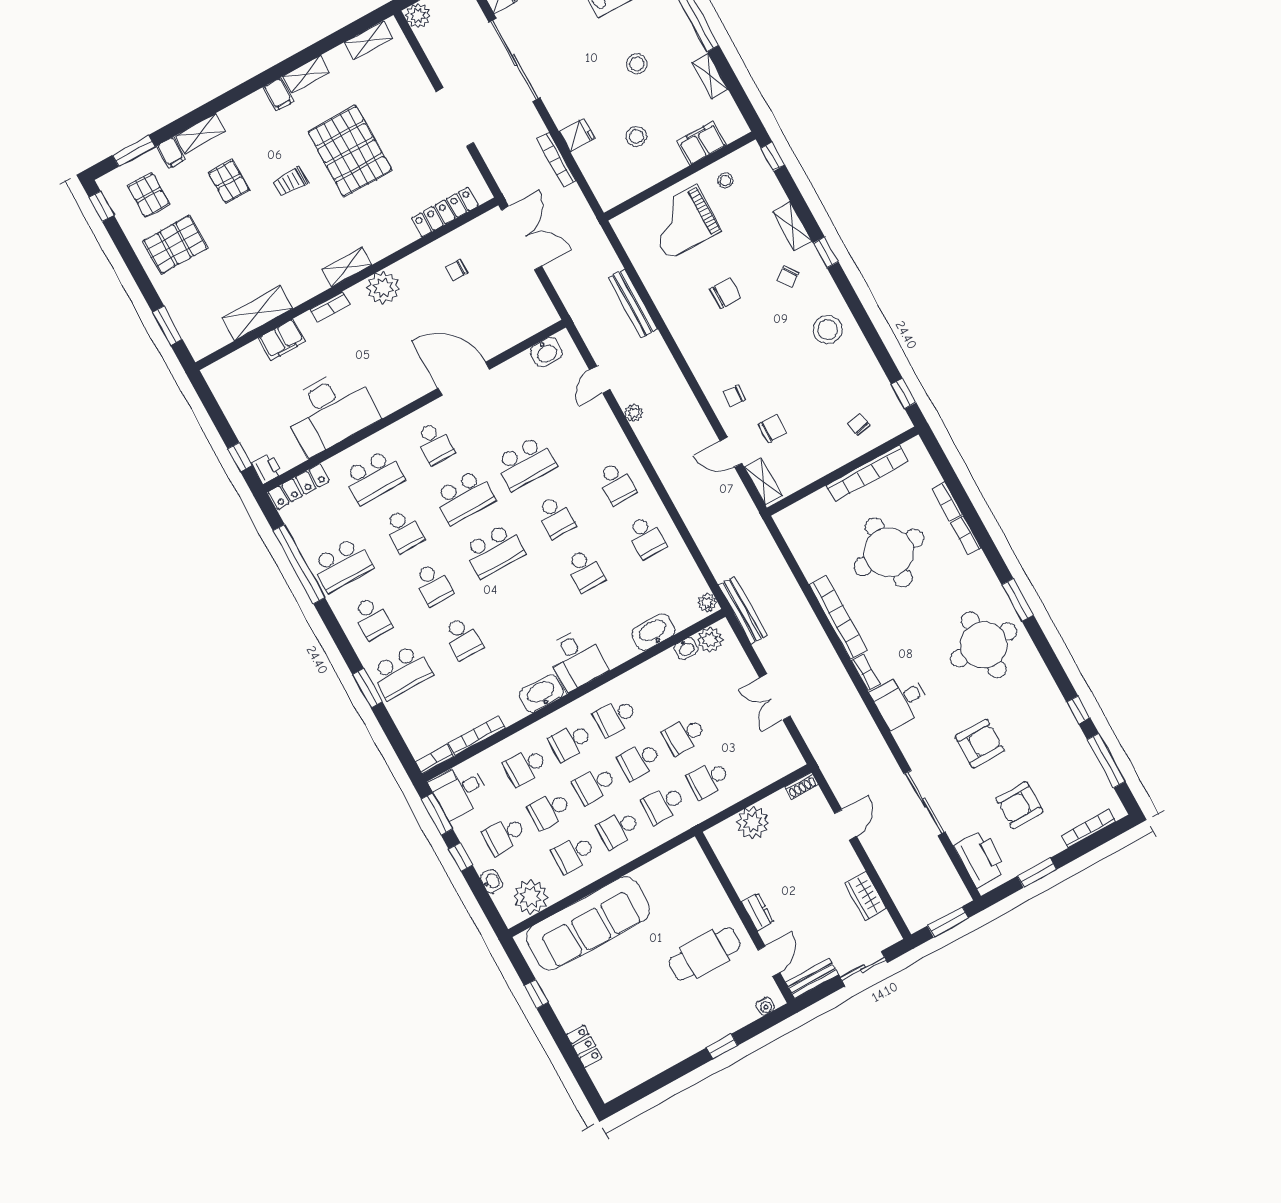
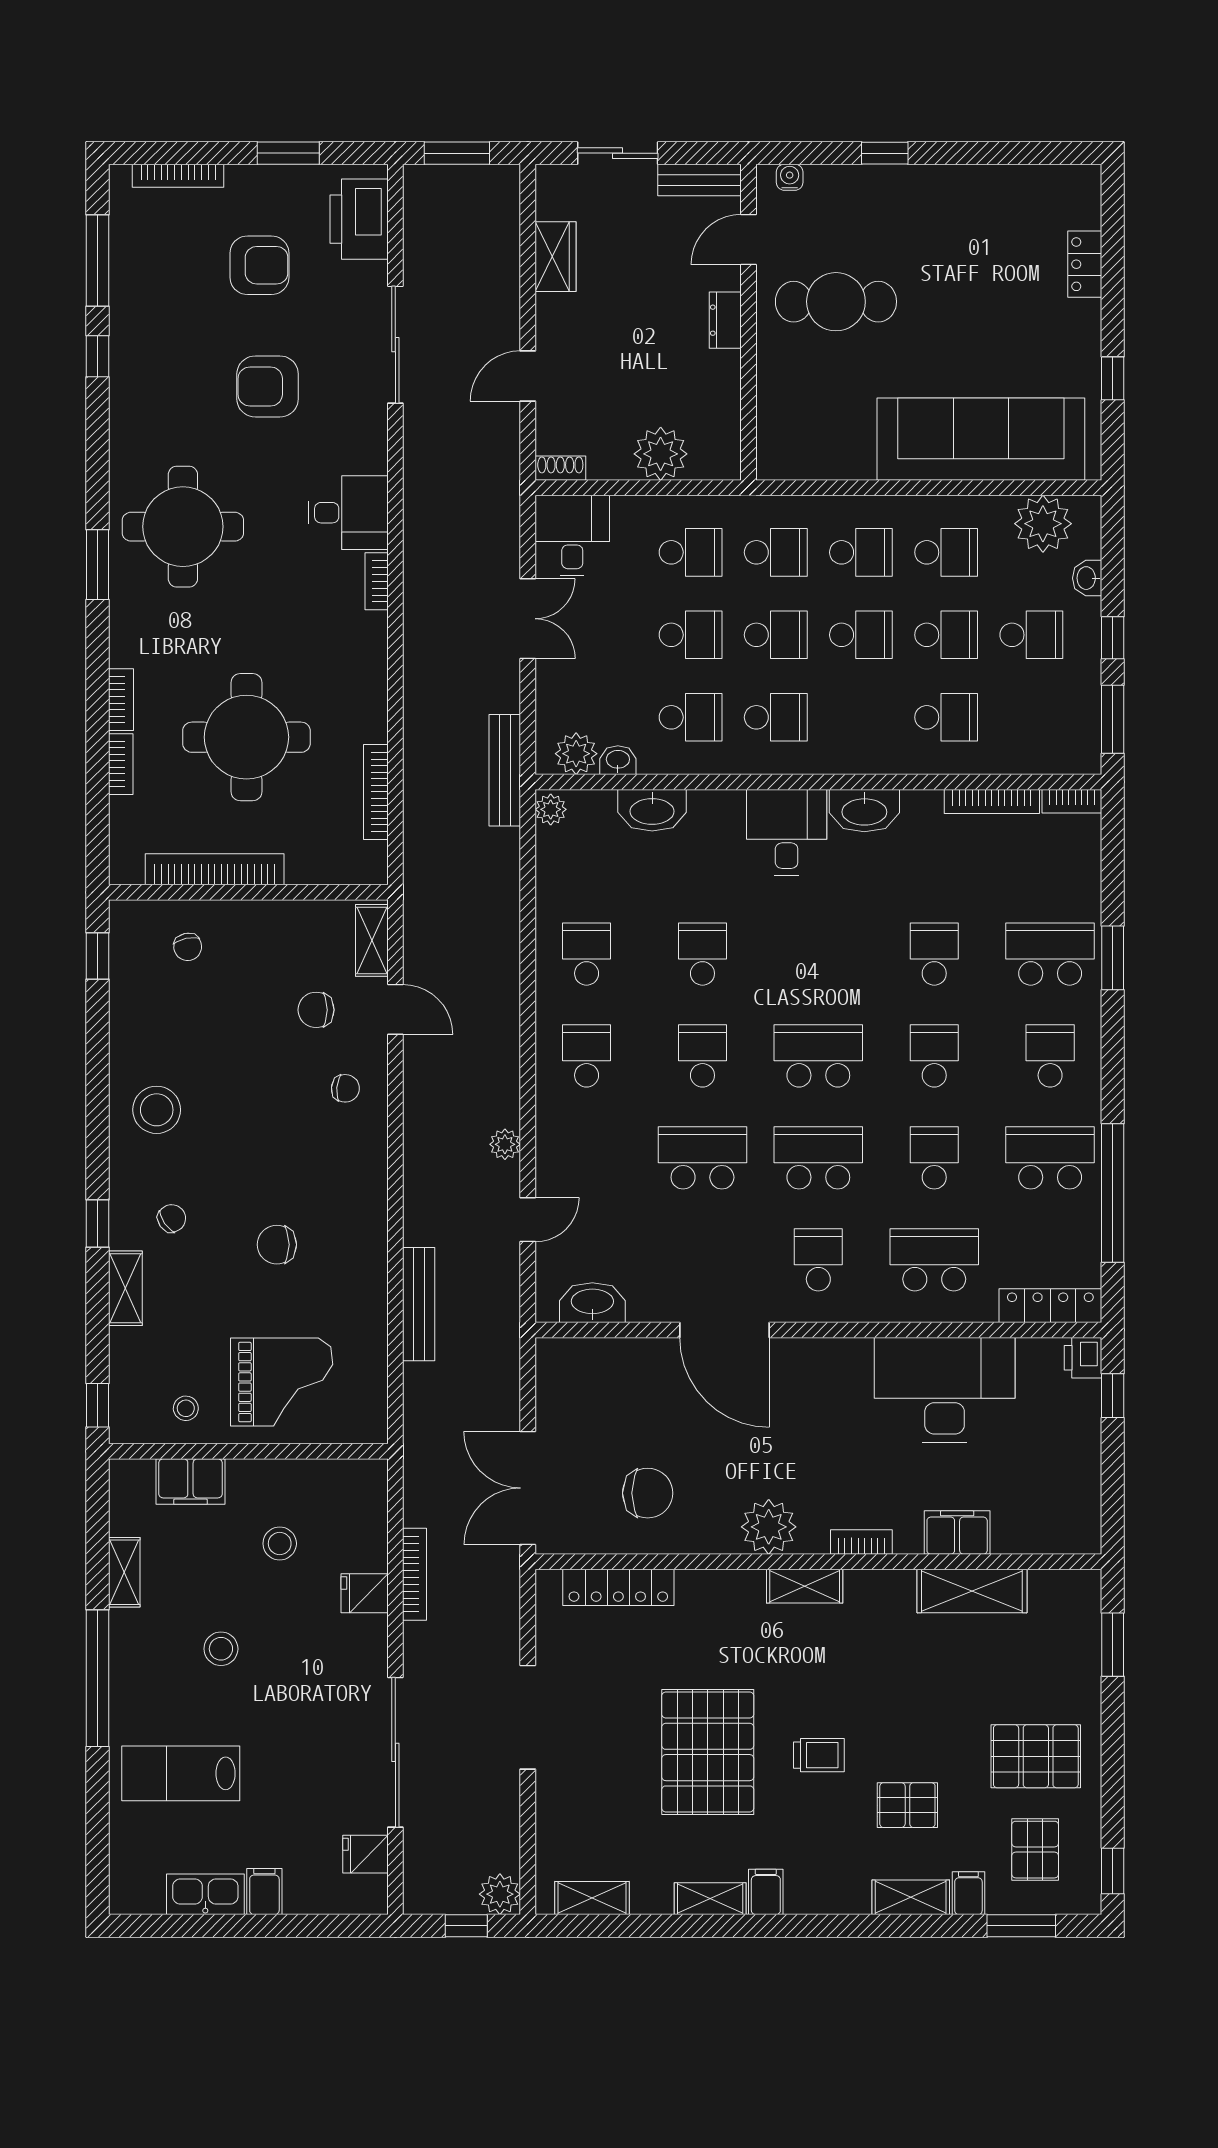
pallet: (229, 181) -> (907, 1805), turned 90
chair: (457, 270) -> (648, 1493), width x1.87, depth x1.87
washbasin: (546, 352) -> (592, 1303), width x1.38
bookcase: (838, 617) -> (376, 792), moved, width x0.68, depth x0.76
school desk: (570, 742) -> (691, 717), moved
desk: (459, 791) -> (572, 535), moved, turned -90

